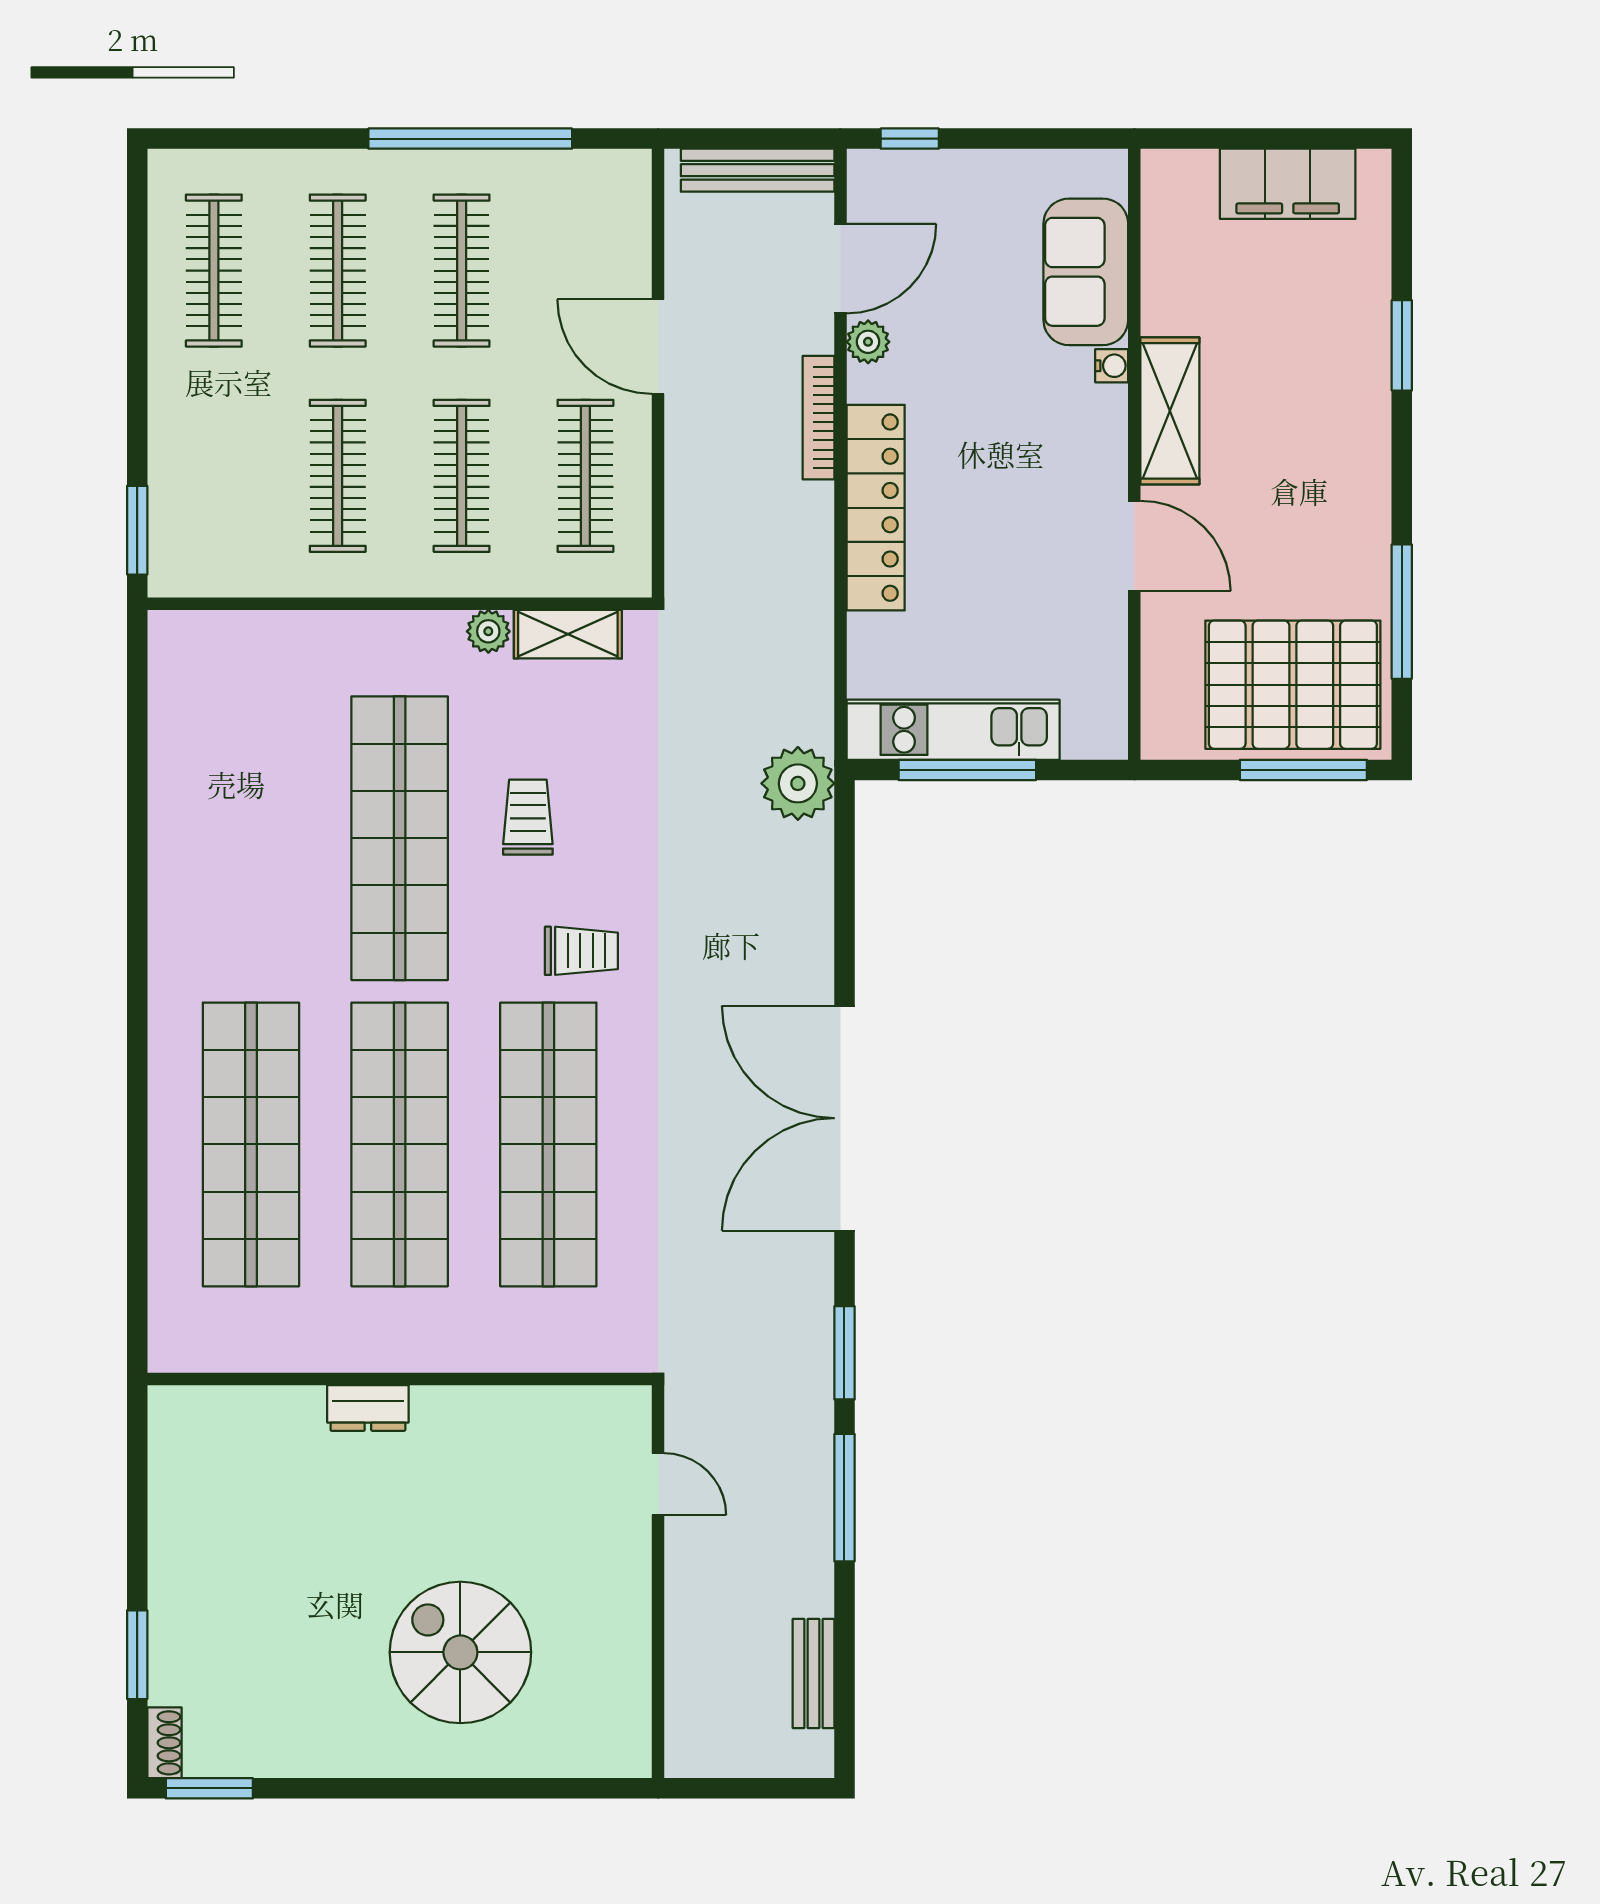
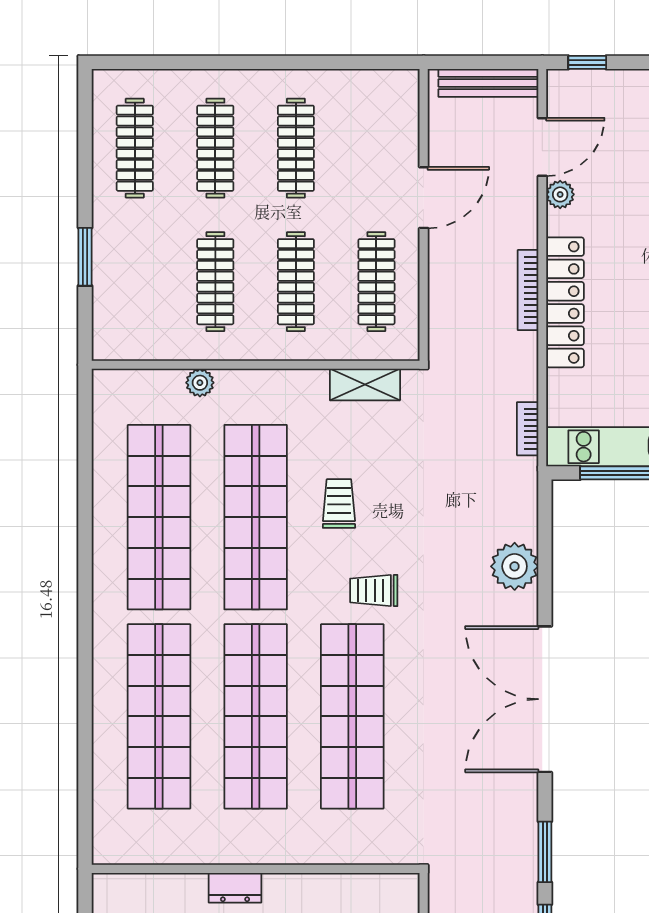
window: (470, 139) -> (301, 62), removed
door: (658, 347) -> (424, 198), swing flipped
bookcase: (819, 418) -> (528, 290), moved
window: (137, 530) -> (85, 257), moved
plant: (488, 631) -> (200, 383), moved
bookcase: (818, 702) -> (528, 429), added
plant: (798, 783) -> (515, 566), moved
shop shelf: (251, 838) -> (159, 517), added
trolley: (581, 951) -> (374, 590), turned 180

